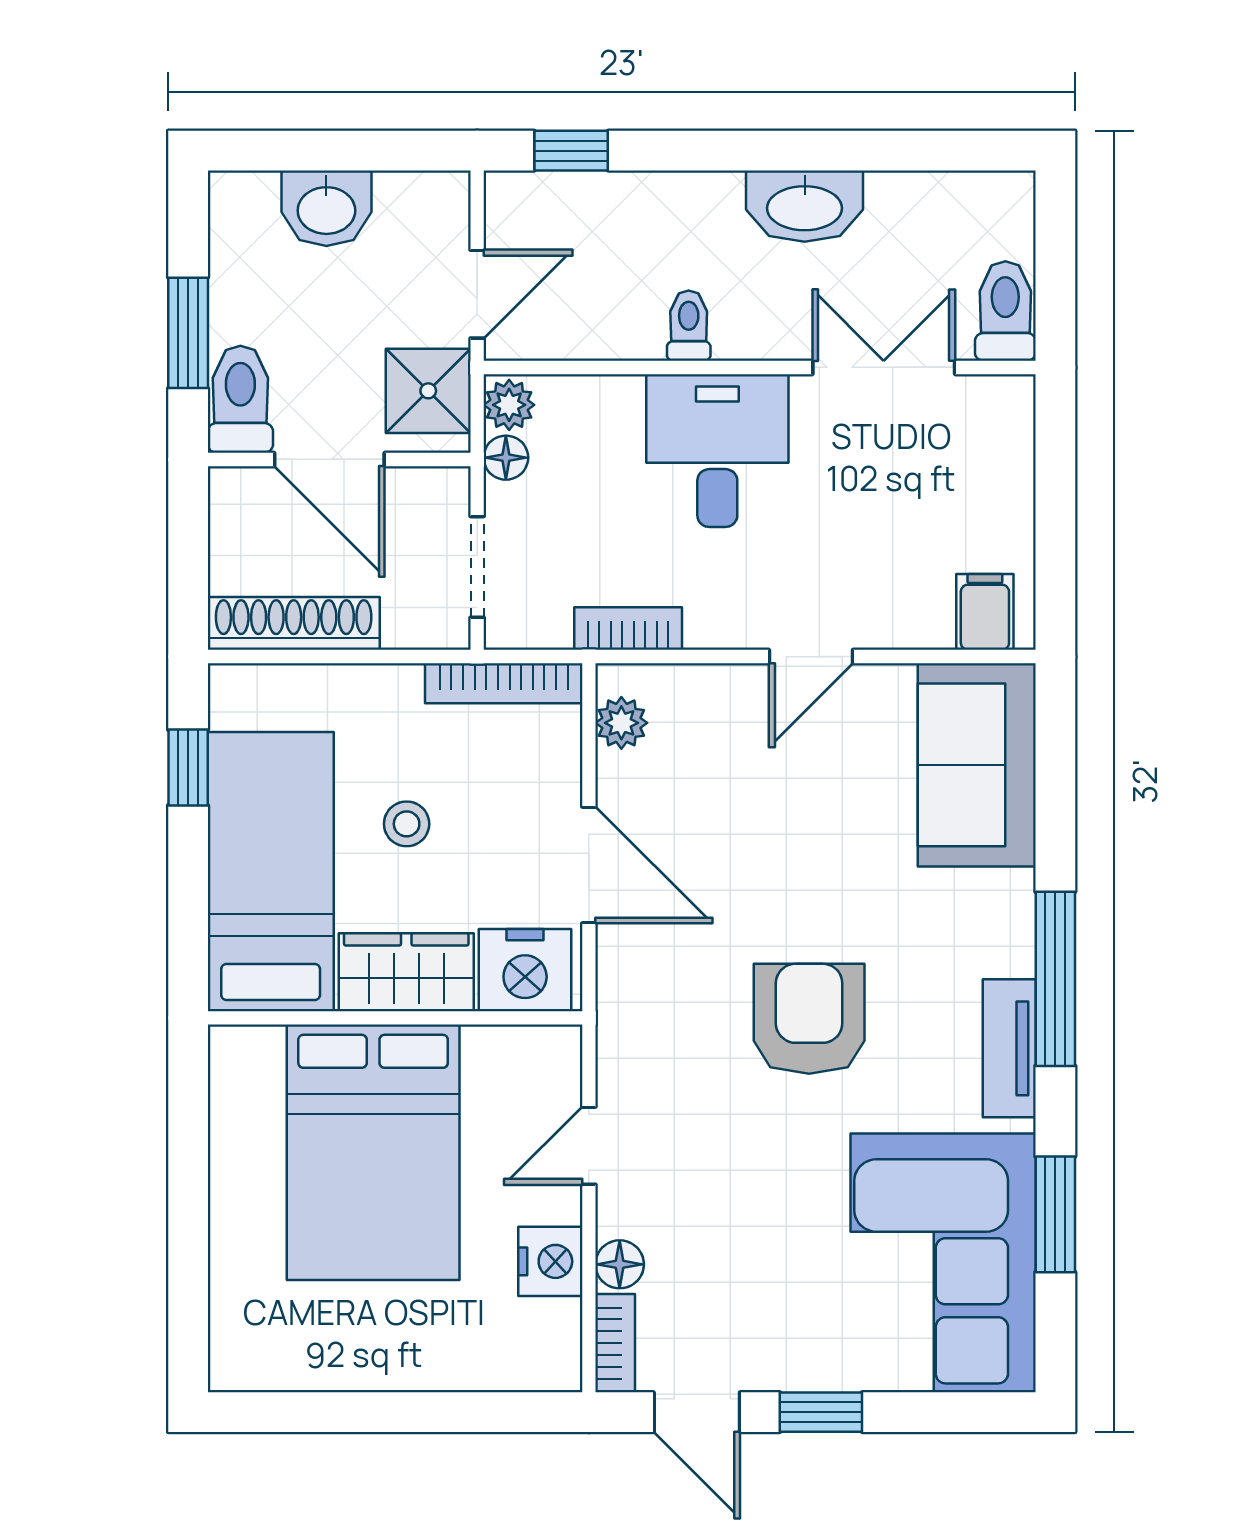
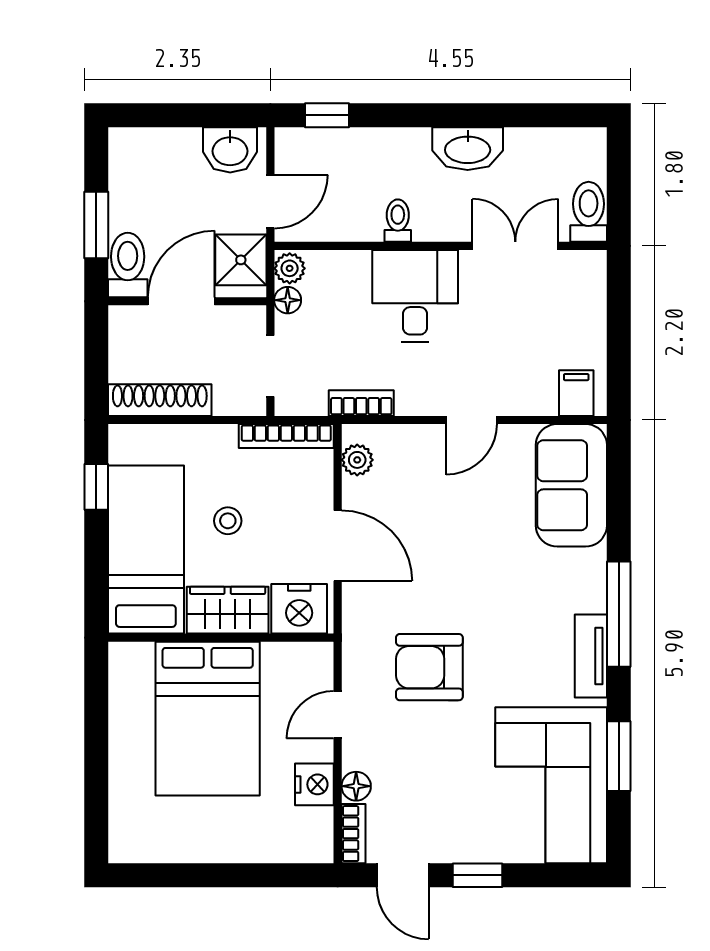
washbasin: (326, 208) -> (230, 150), moved
door: (329, 459) -> (181, 301), swing flipped
armchair: (809, 1019) -> (429, 667), moved, turned -90

